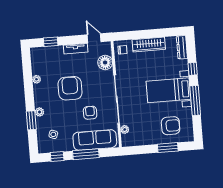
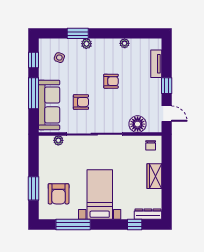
door: (94, 38) -> (167, 114), hinge flipped
window: (51, 42) -> (167, 86), moved
wardrobe: (149, 44) -> (154, 176), width x0.67
tv unit: (76, 49) -> (156, 64), moved
window: (193, 69) -> (135, 224), moved
armchair: (70, 88) -> (111, 81), width x0.53, depth x0.53
window: (195, 100) -> (73, 224), moved

